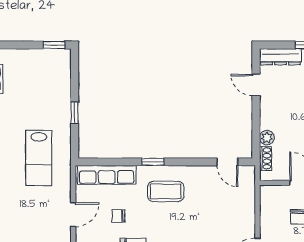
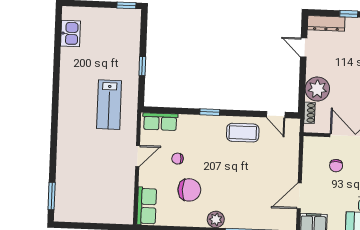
plant: (267, 138) -> (317, 89), width x1.88, depth x1.88
row of seats: (107, 175) -> (160, 122), width x0.68
coffee table: (166, 191) -> (243, 133), moved

